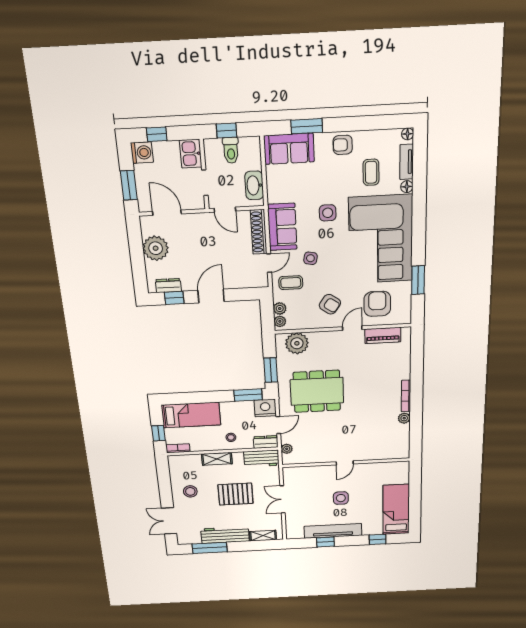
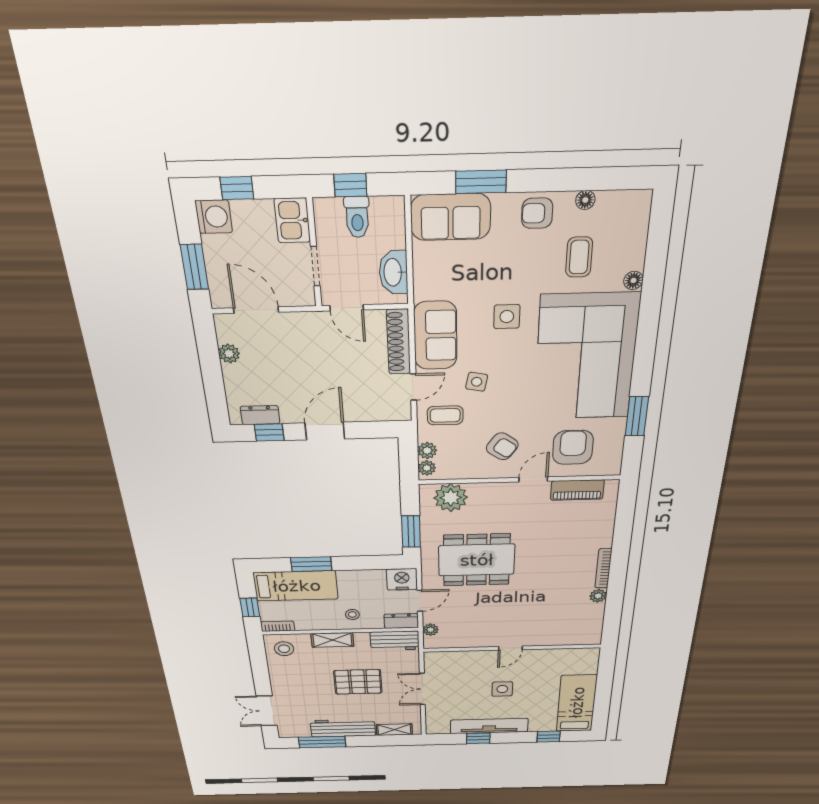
floor lamp: (408, 134) -> (585, 200), moved
tv unit: (407, 162) -> (637, 242), removed
plant: (156, 248) -> (229, 354), width x0.53, depth x0.53
window: (248, 395) -> (311, 564), moved
stool: (190, 491) -> (284, 649), moved

